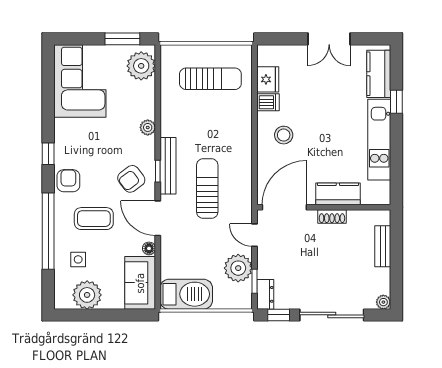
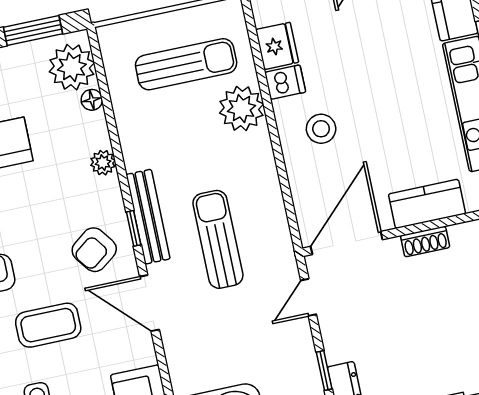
door: (254, 235) -> (309, 297), hinge flipped
floor lamp: (149, 248) -> (92, 100), moved
plant: (238, 268) -> (241, 108), moved

